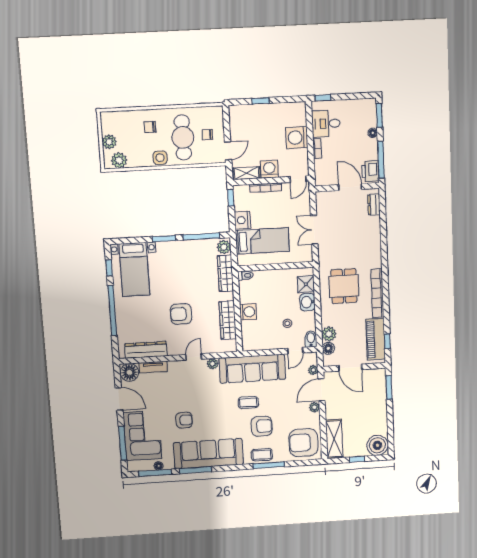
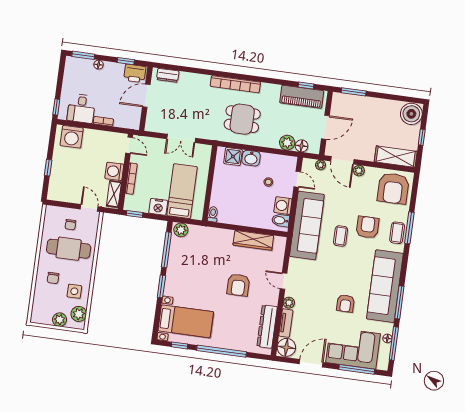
washing machine: (297, 138) -> (72, 137), moved
side table: (160, 158) -> (74, 291), moved
window: (381, 160) -> (126, 61), width x0.46
wardrobe: (225, 273) -> (207, 234), removed
bookcase: (377, 293) -> (235, 84), moved
washing machine: (248, 312) -> (283, 206), moved, turned -90
bidet: (311, 339) -> (281, 220), moved
plant: (213, 364) -> (289, 303), moved
armchair: (184, 420) -> (346, 304), turned 180

